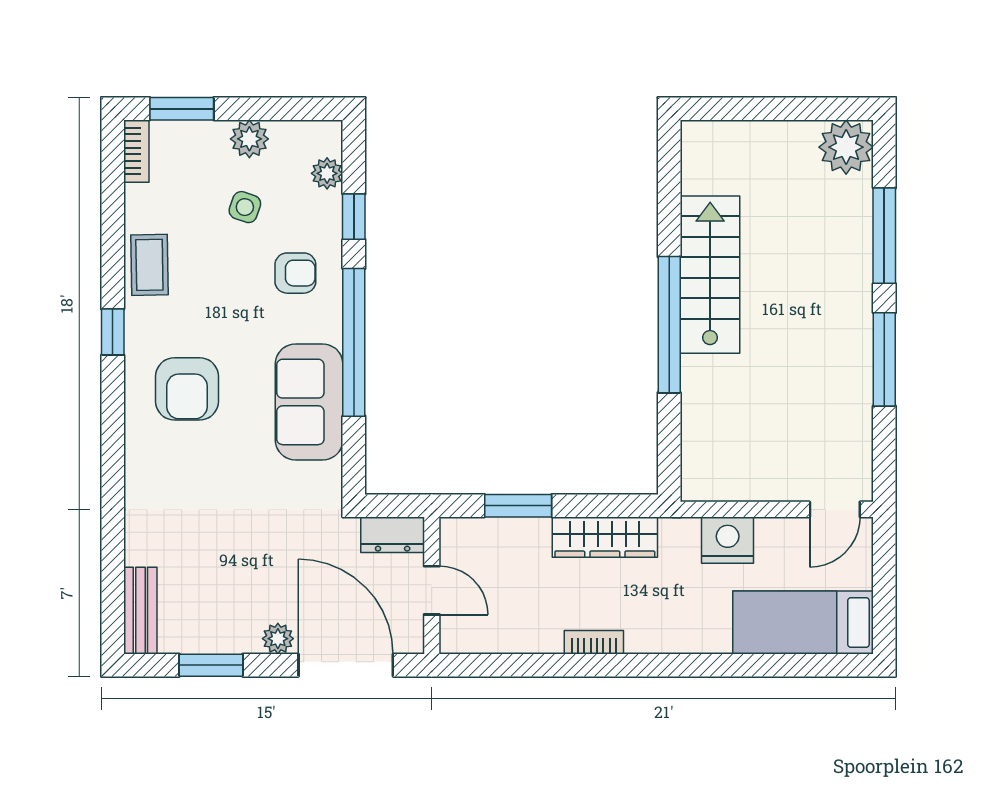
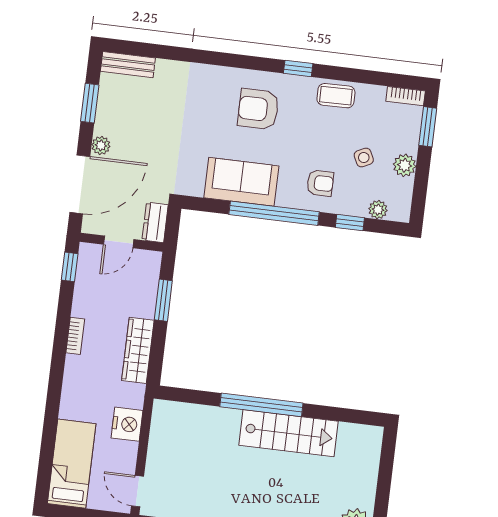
side table: (245, 207) -> (364, 158), turned 45
armchair: (295, 273) -> (320, 183), turned -90
window: (482, 665) -> (70, 267), added

